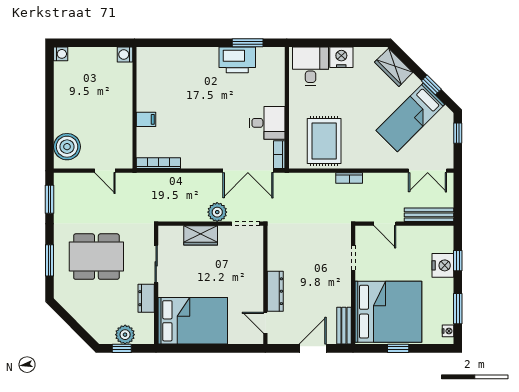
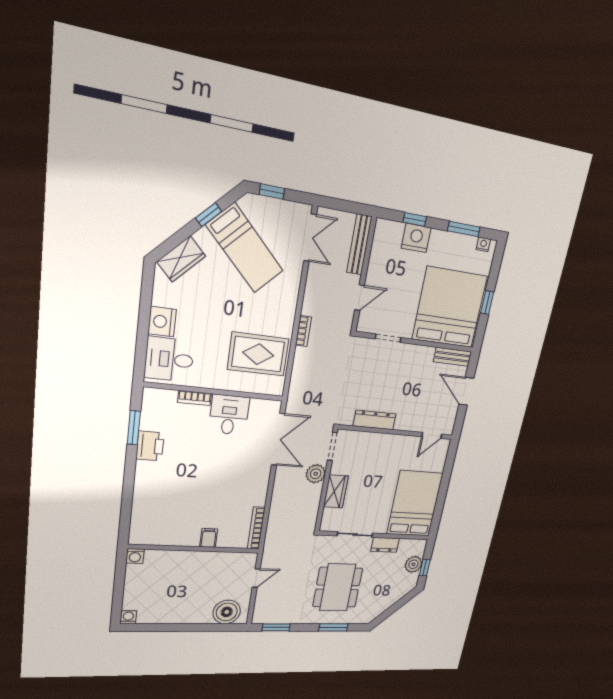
printer: (237, 60) -> (150, 446), width x0.73, depth x0.84
bookcase: (279, 155) -> (194, 398), moved
dresser: (275, 291) -> (375, 420), moved

